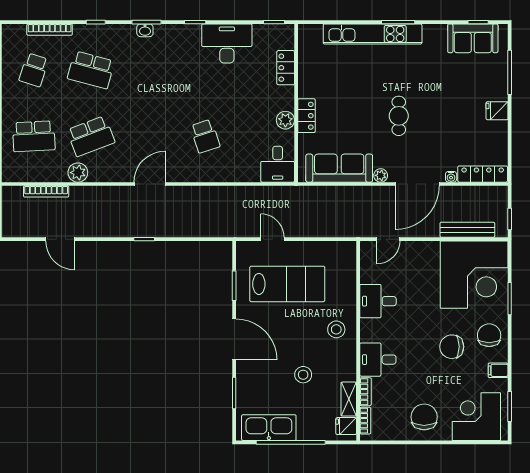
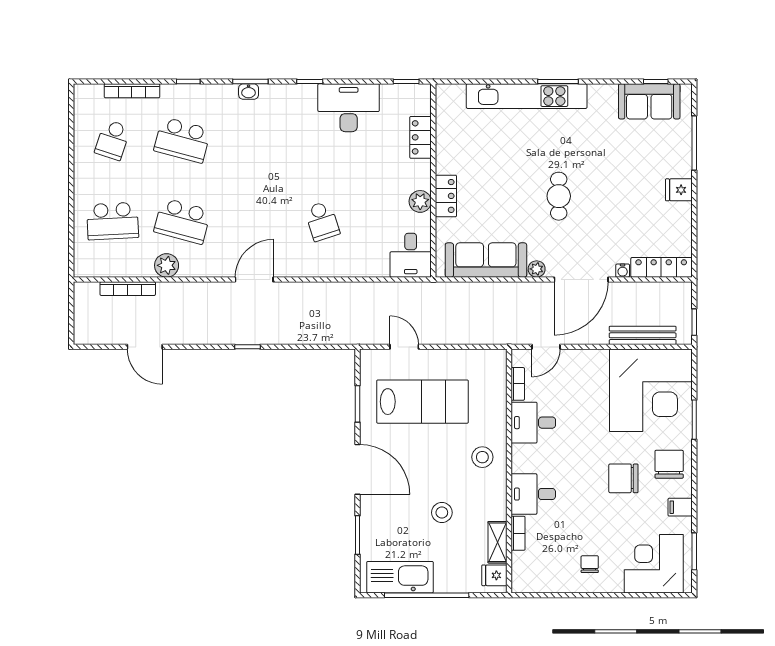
school desk: (91, 136) -> (182, 221), turned 36
chair: (424, 417) -> (590, 564), width x0.54, depth x0.54
bookcase: (365, 421) -> (518, 384), moved

